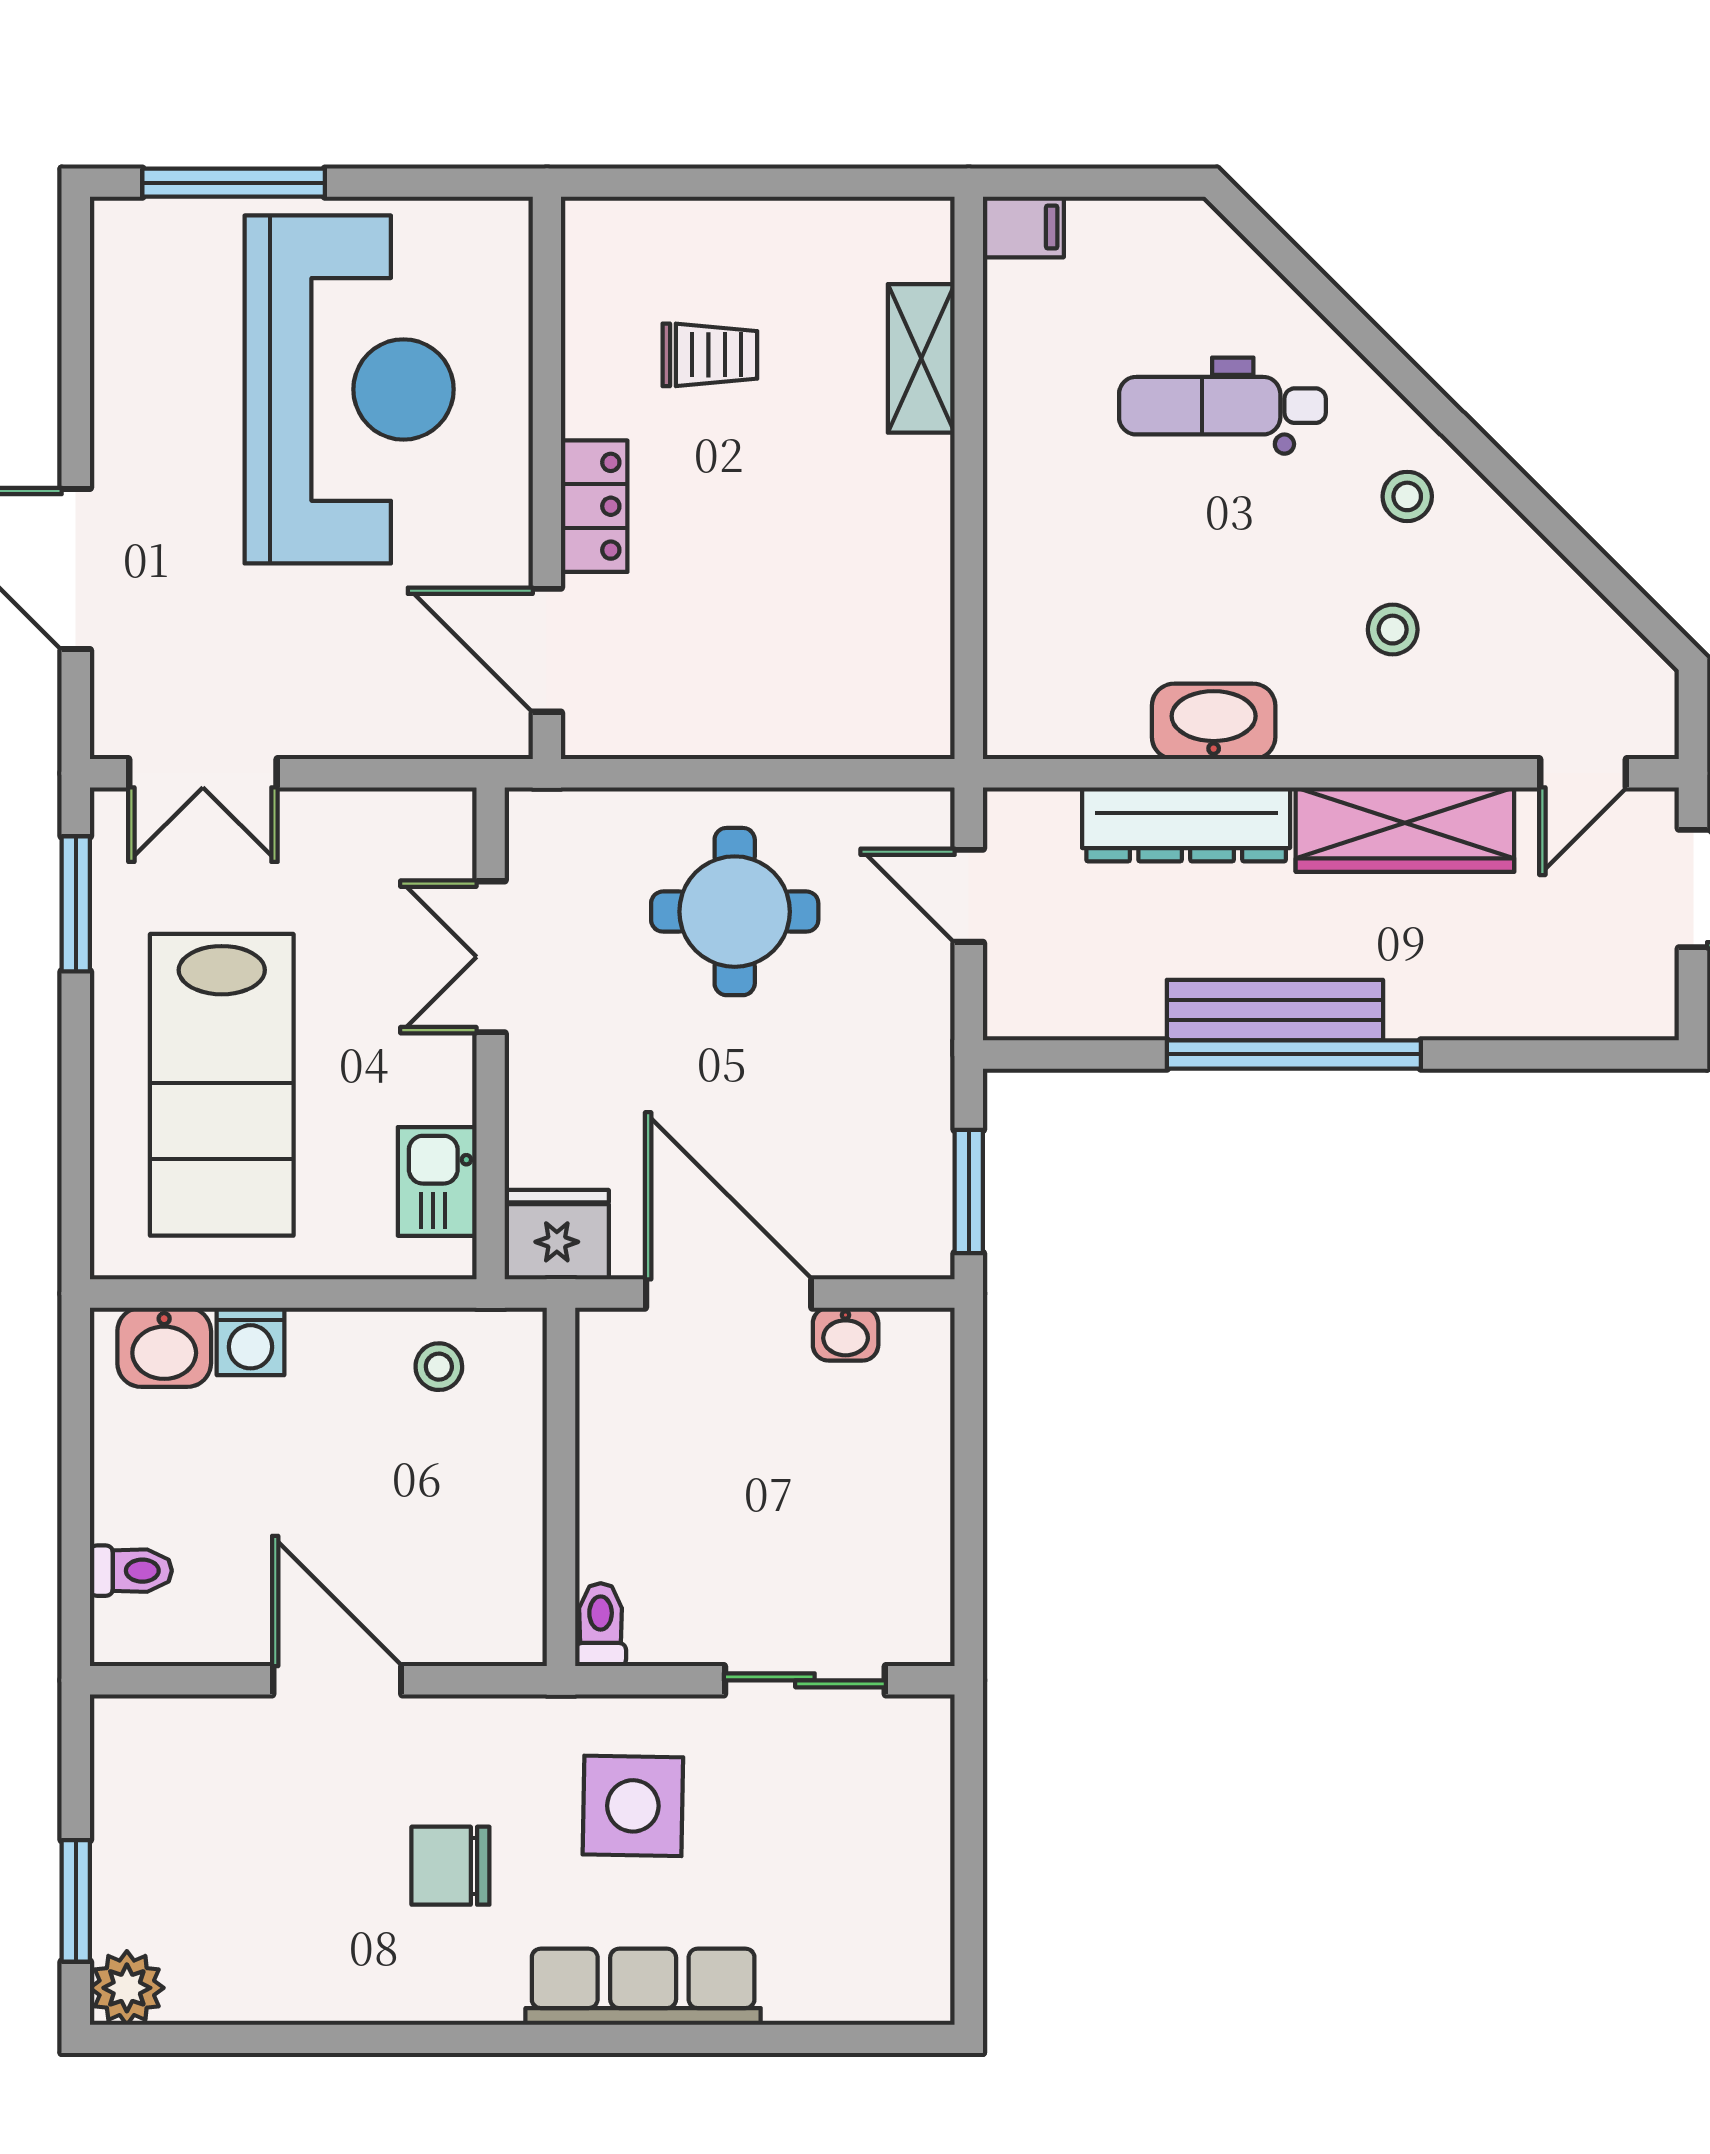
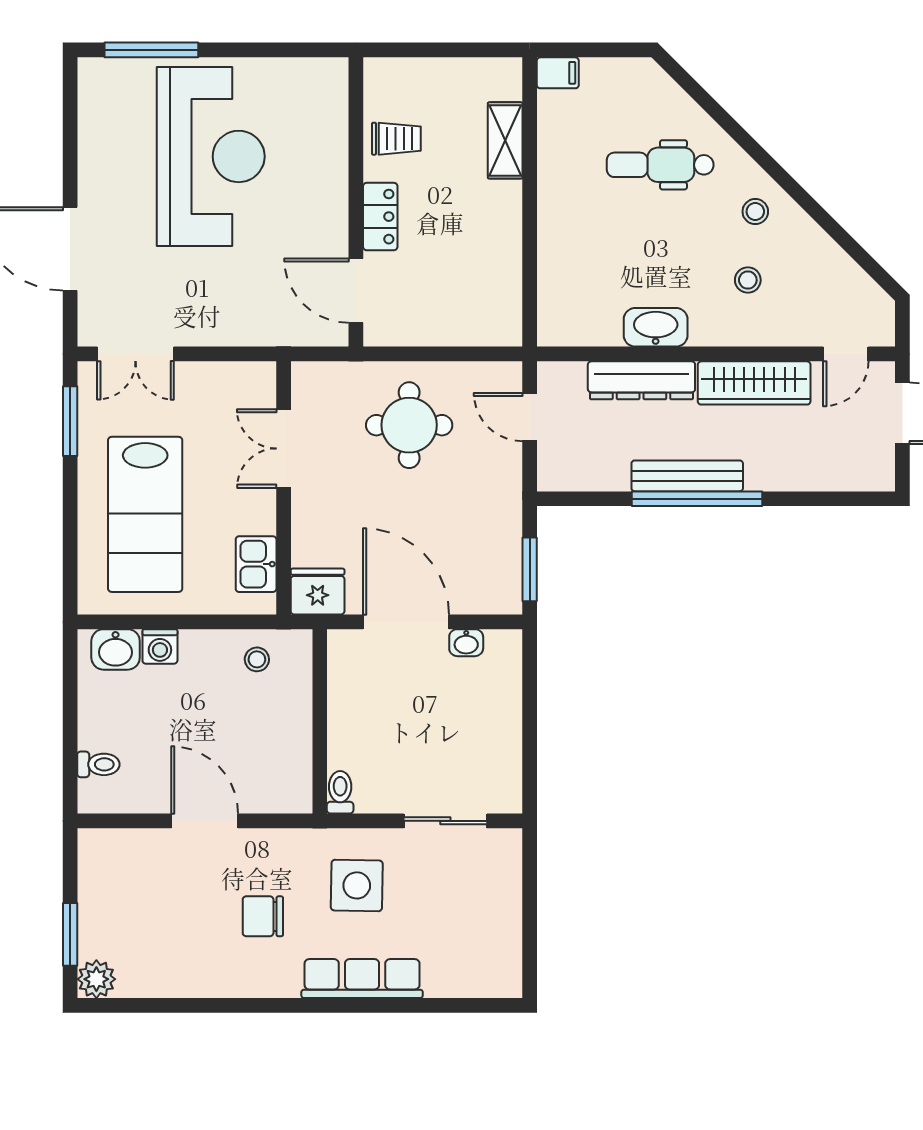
wall: (547, 478) -> (356, 202), moved
locker: (594, 506) -> (380, 217), moved
door: (547, 650) -> (356, 291), moved

